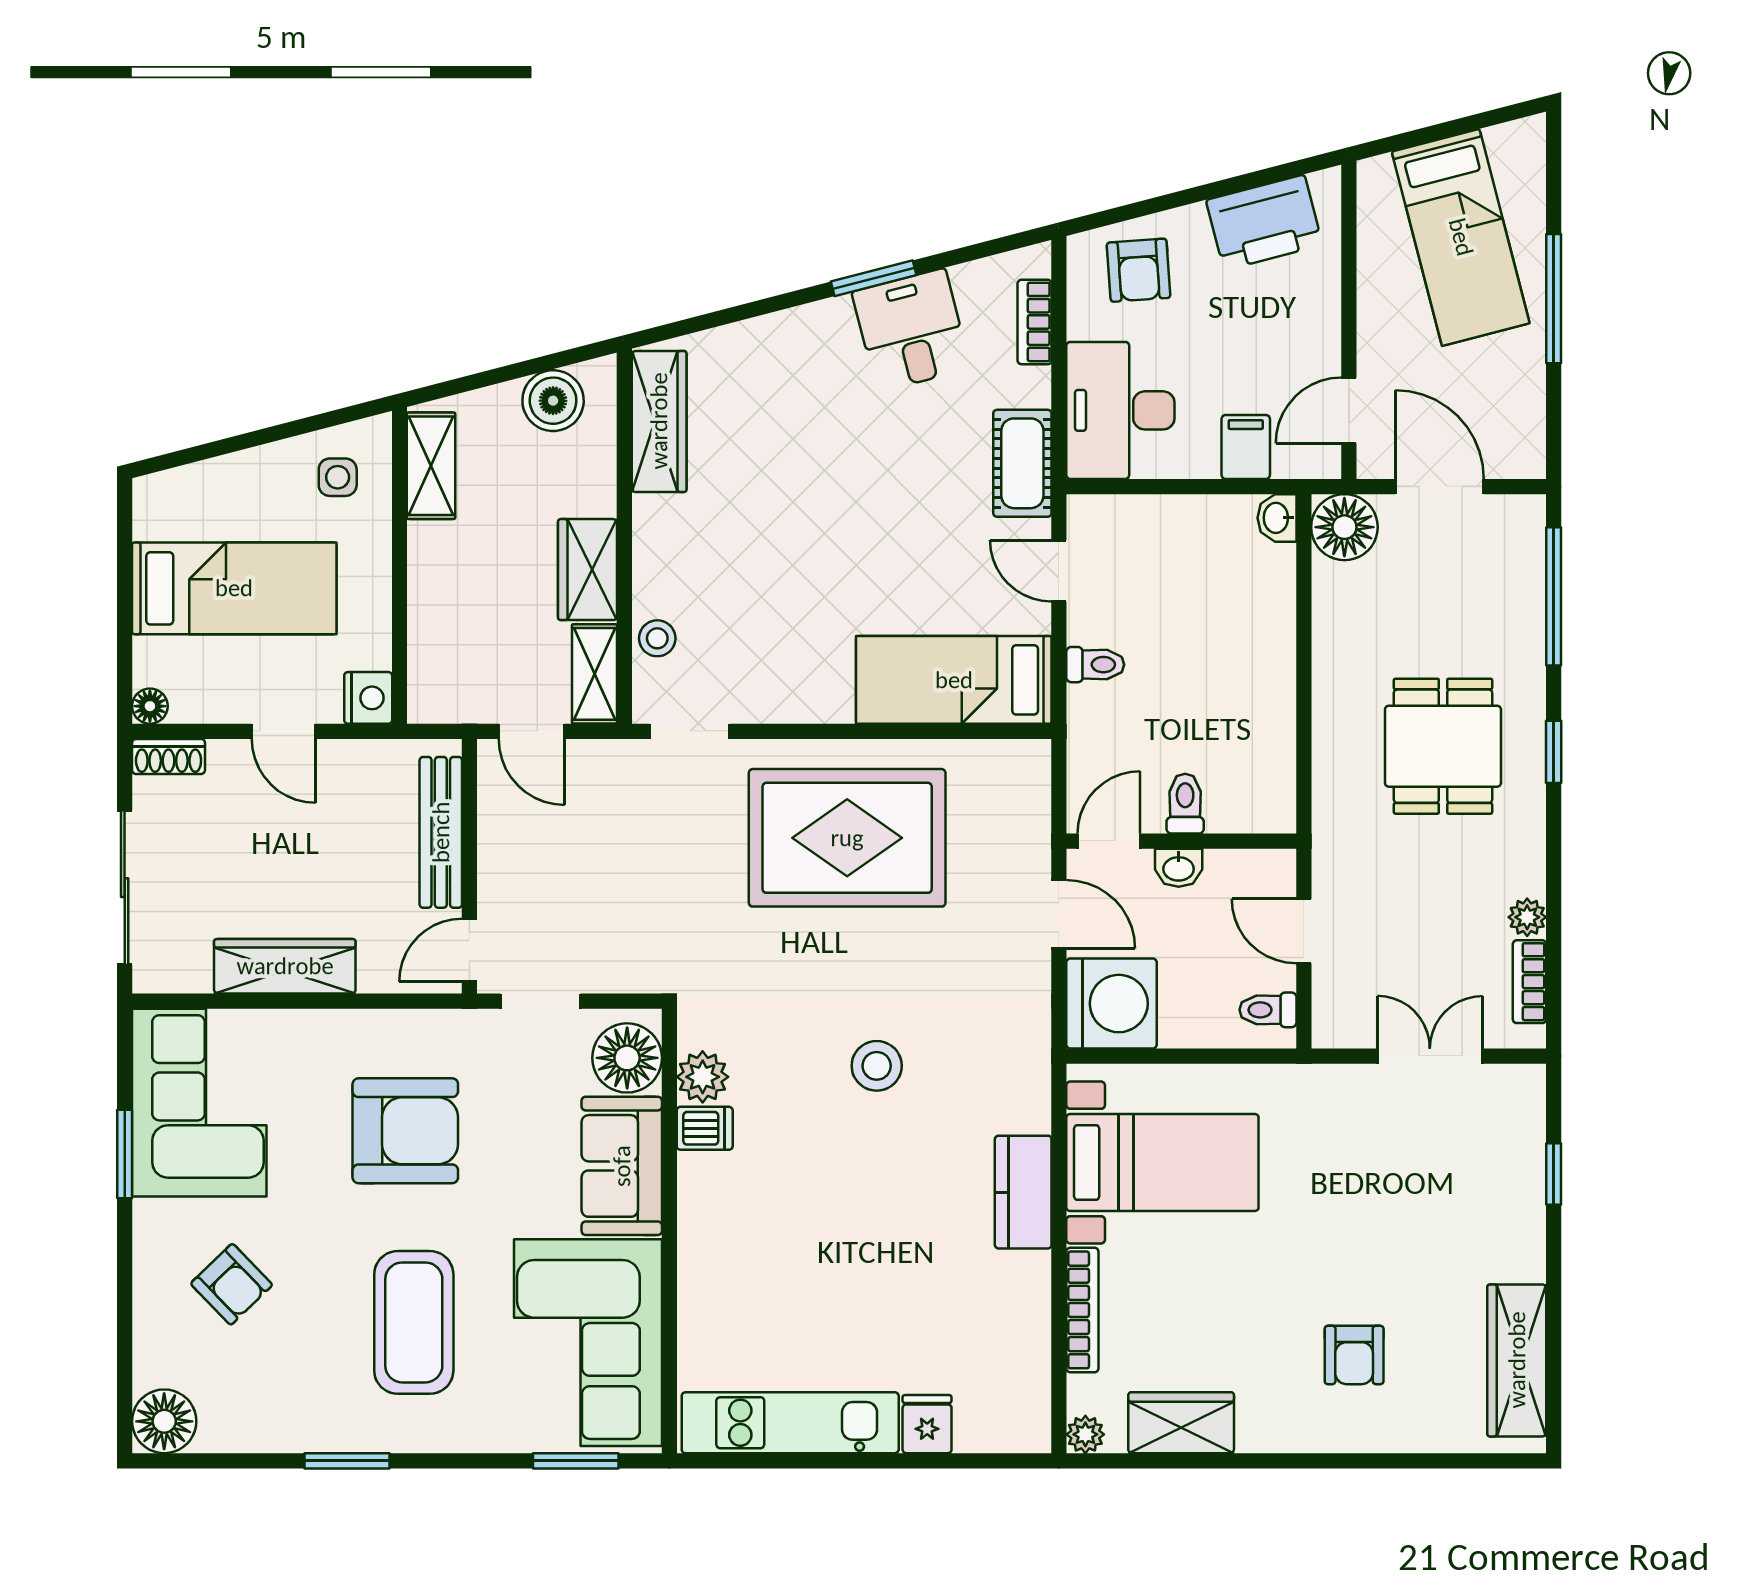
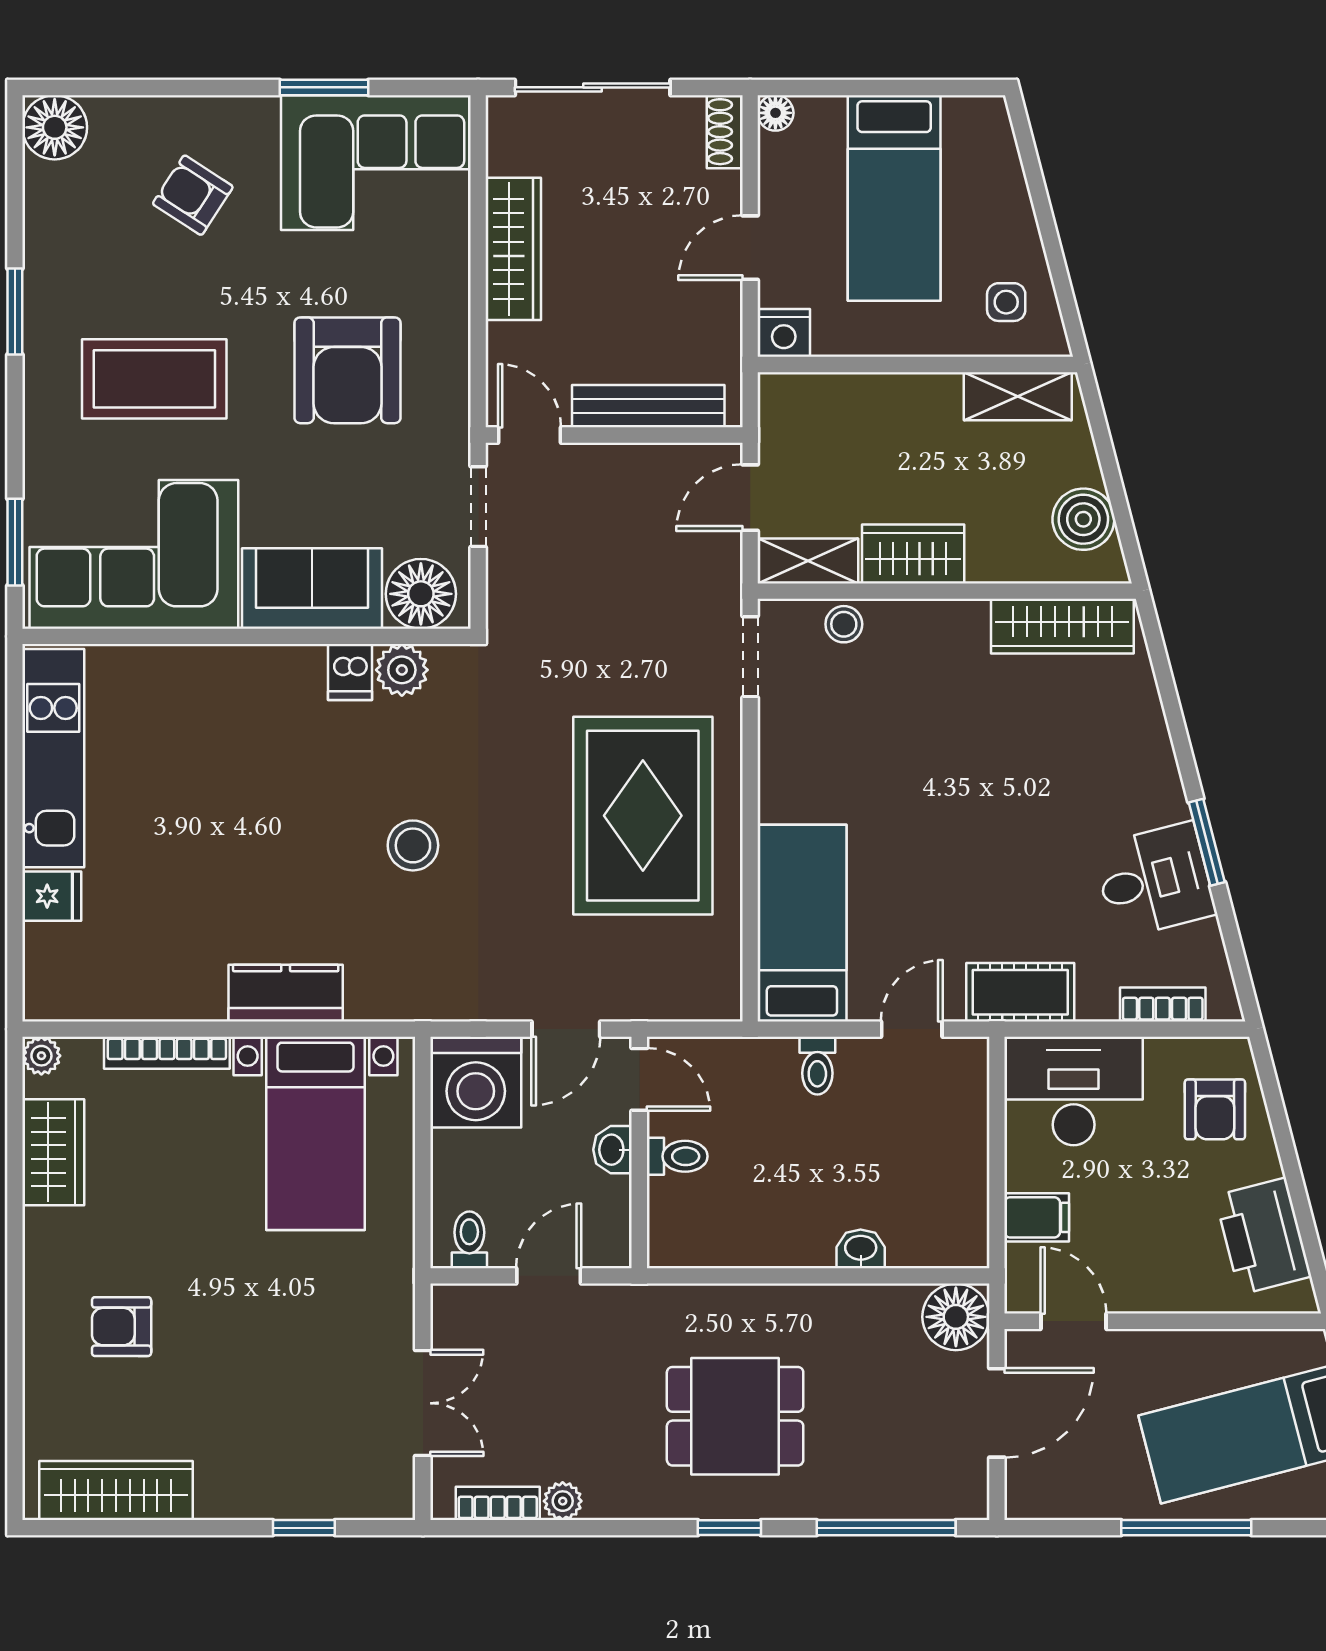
armchair: (1139, 270) -> (1215, 1109), turned -86
washbasin: (1277, 518) -> (861, 1249), moved
armchair: (232, 1284) -> (193, 195), turned 77

